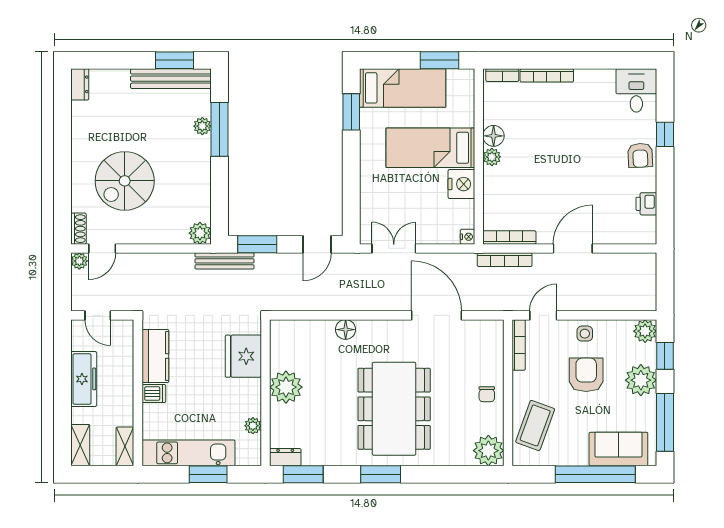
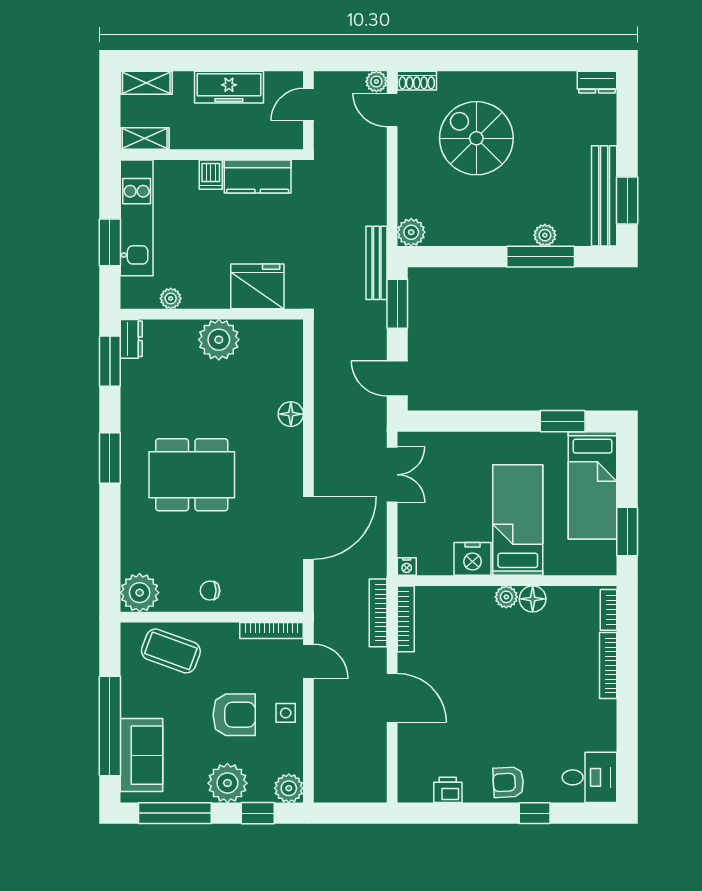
dining table: (394, 409) -> (192, 475), width x0.73, depth x0.80

